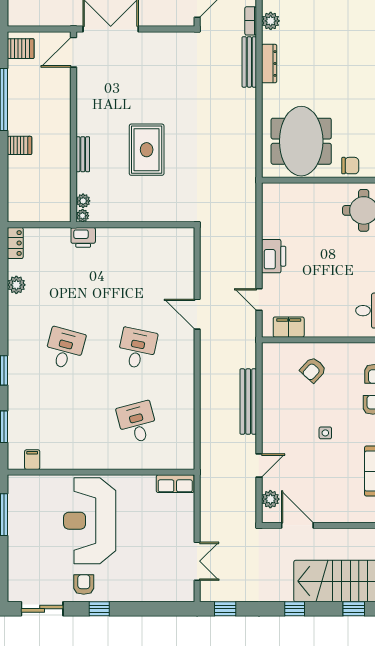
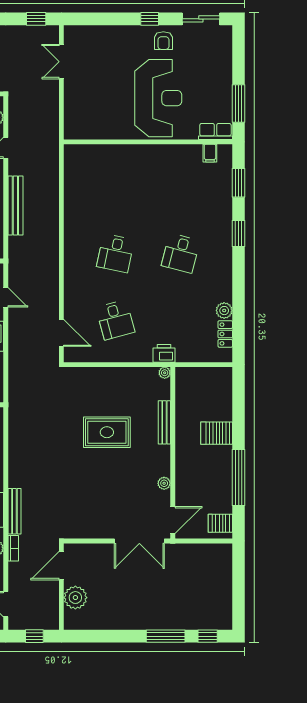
server rack: (19, 145) -> (217, 433), width x1.36, depth x1.44
rug: (147, 150) -> (107, 432), turned 90
bench: (83, 154) -> (164, 422), width x1.36
plant: (83, 201) -> (164, 483), moved
locker: (15, 243) -> (225, 334), moved
door: (197, 314) -> (61, 333), moved
desk: (137, 422) -> (115, 320), moved
row of seats: (175, 484) -> (215, 131), moved

